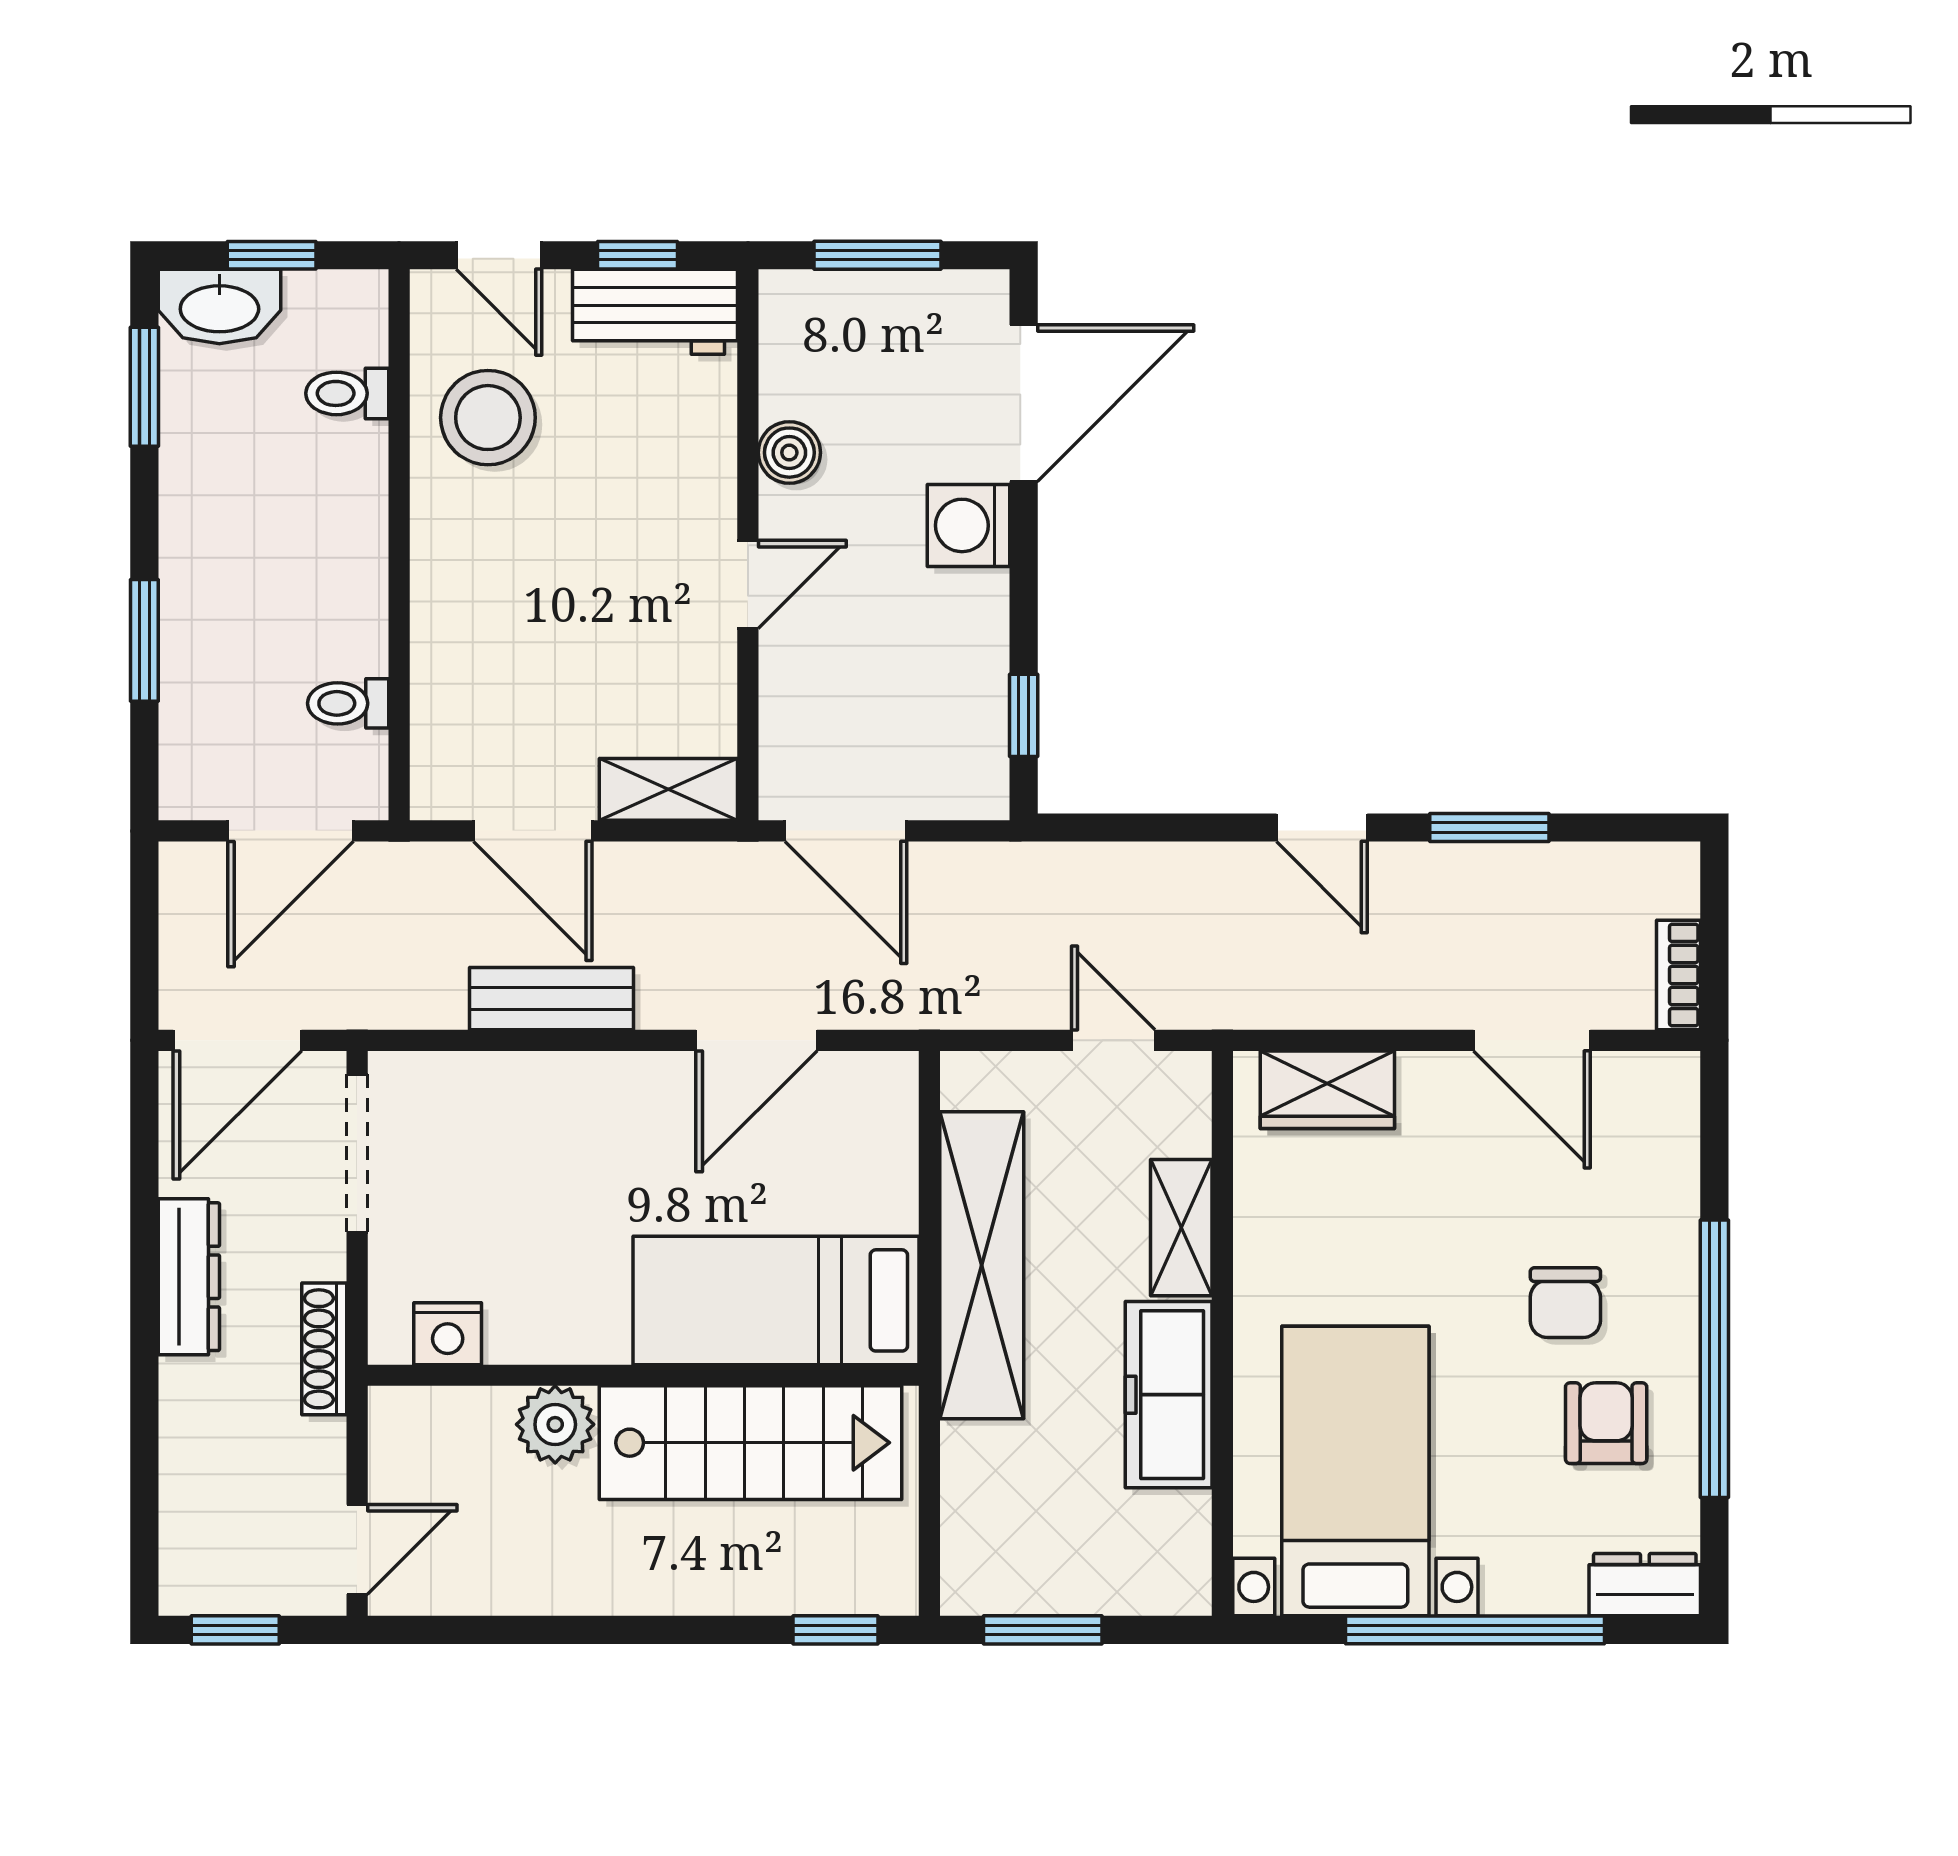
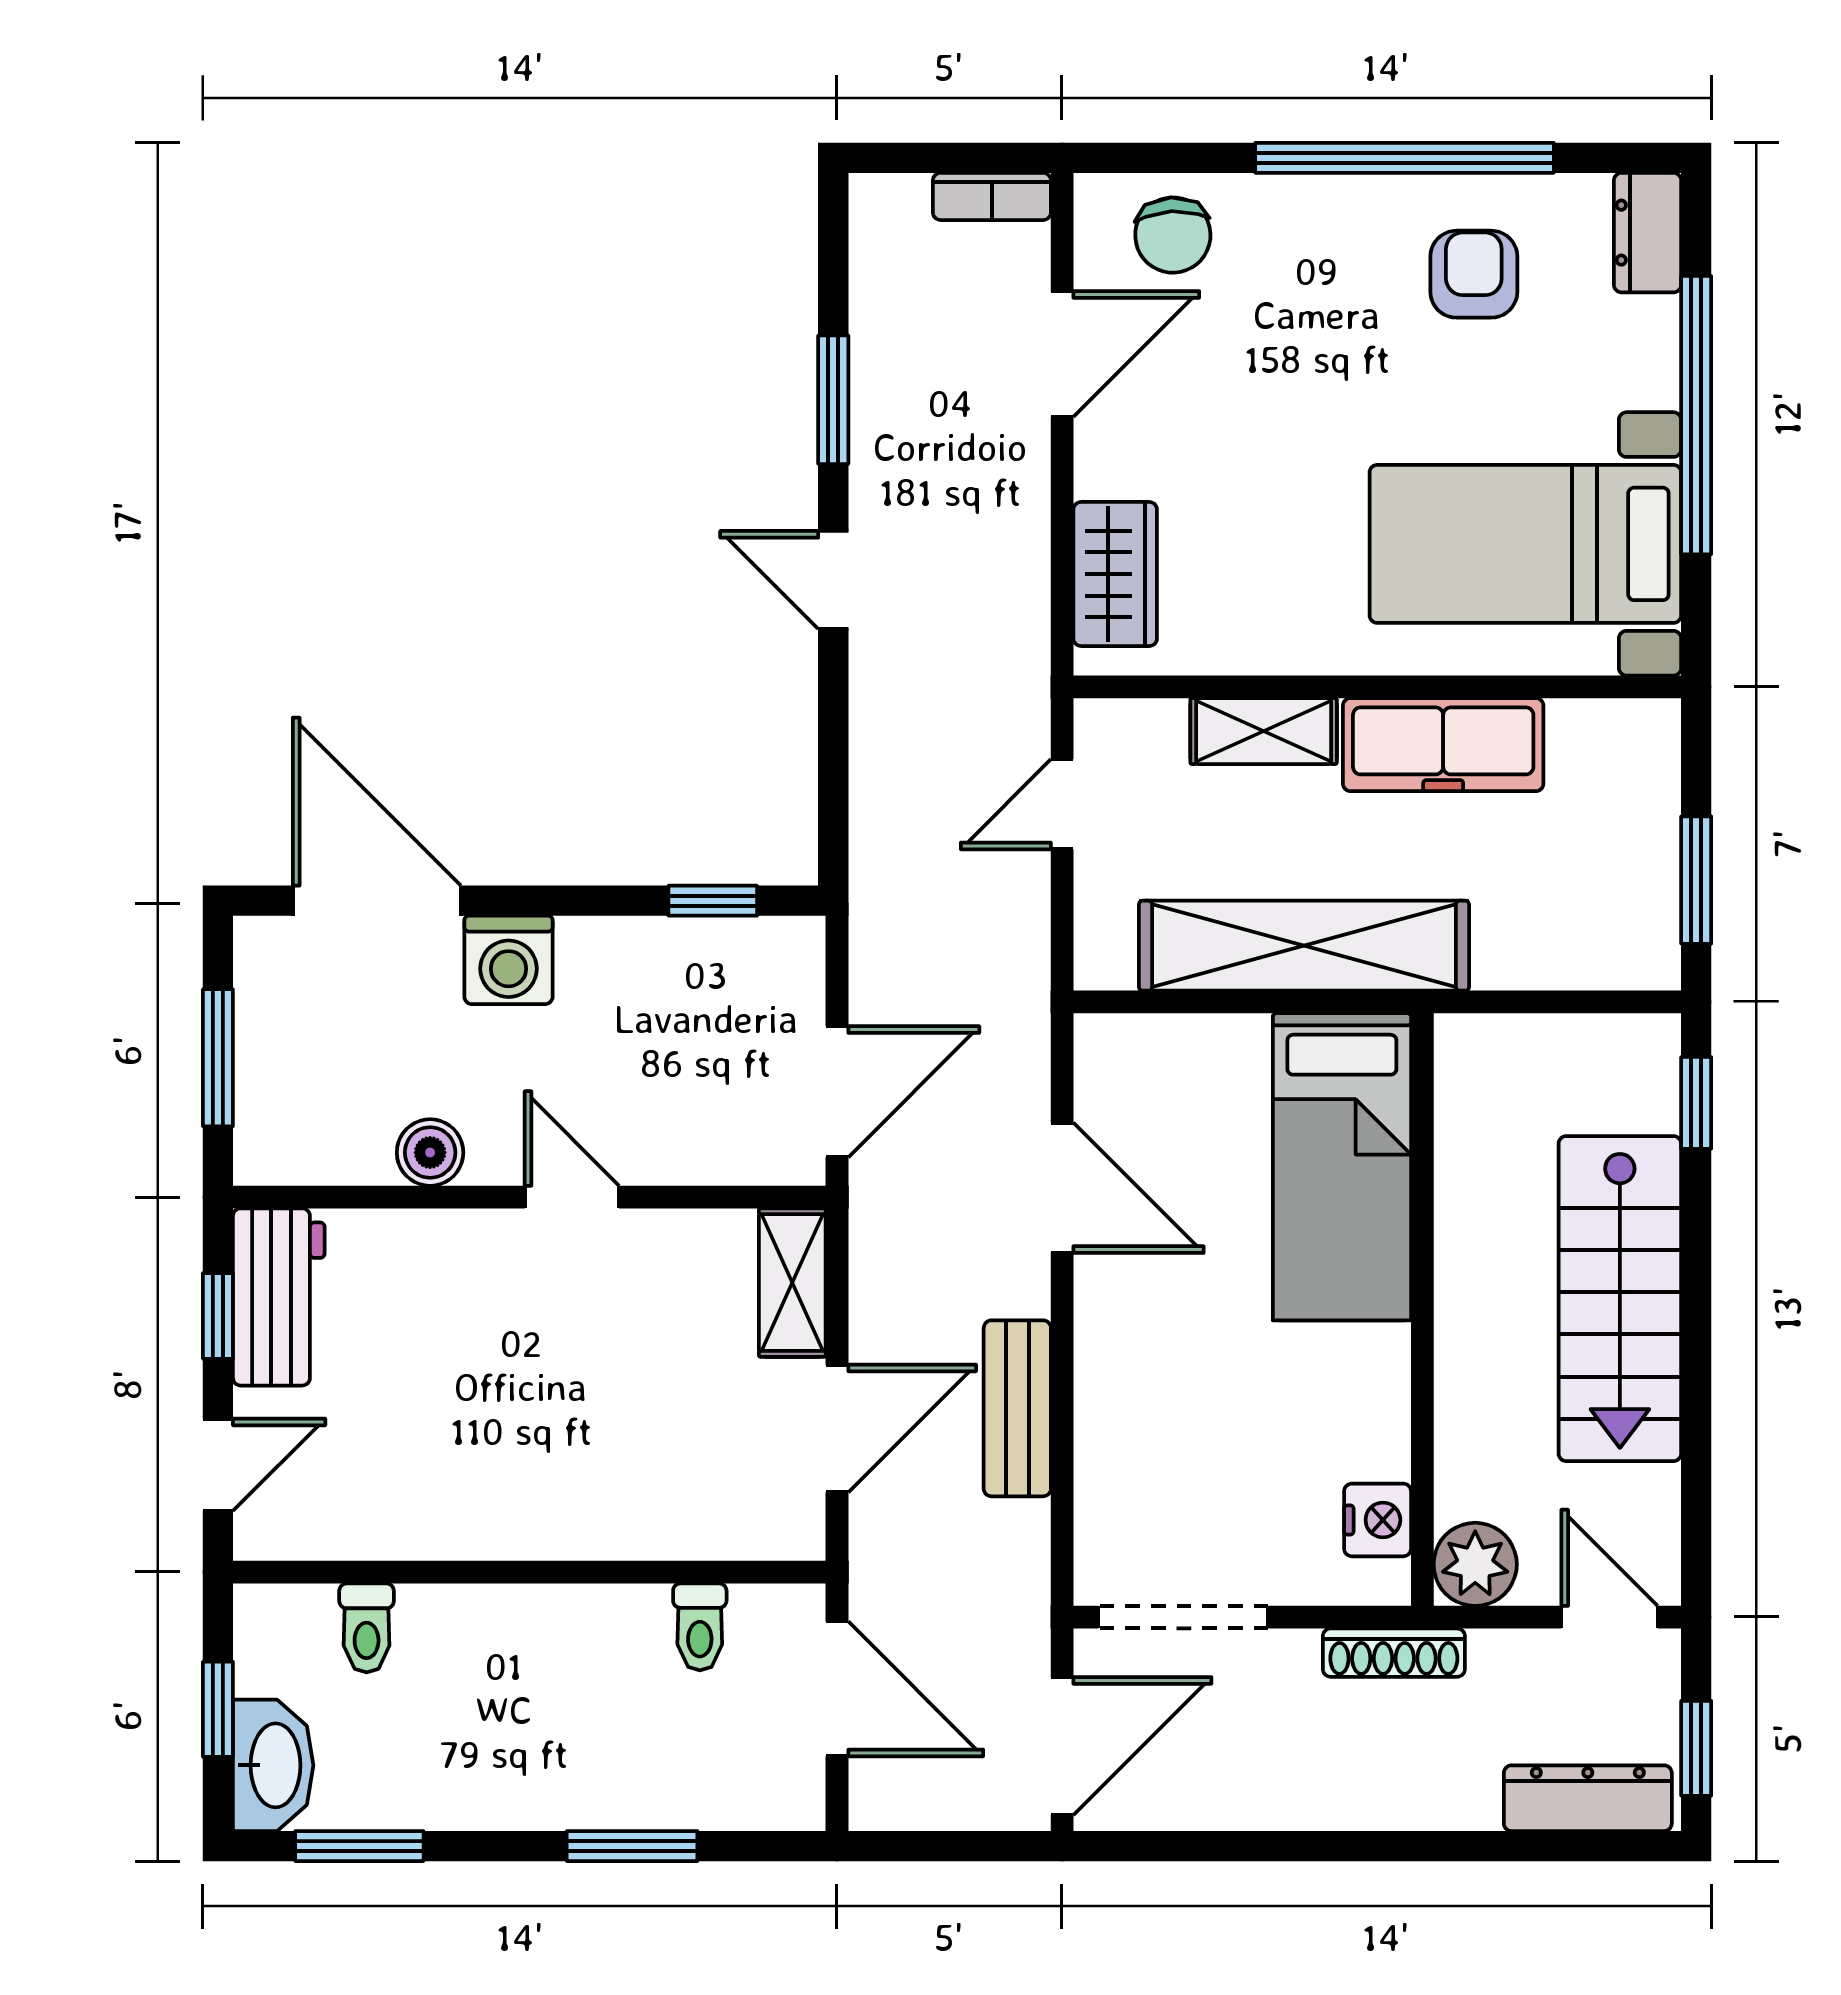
stool: (488, 418) -> (392, 1477), removed
door: (1322, 827) -> (833, 580), swing flipped
door: (237, 1040) -> (1062, 1746), hinge flipped
dresser: (189, 1277) -> (1588, 1798), moved
chair: (1565, 1303) -> (1173, 235), moved, turned 87
armchair: (1606, 1423) -> (1474, 274), turned 90
plant: (555, 1424) -> (1475, 1564), moved
stairs: (751, 1443) -> (1620, 1299), moved, turned 180

